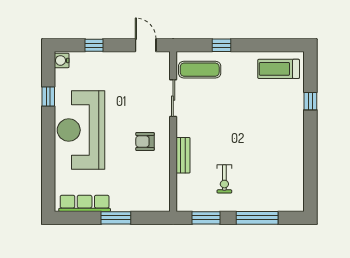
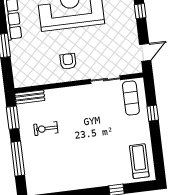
bench: (183, 155) -> (30, 97), moved

